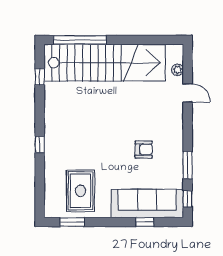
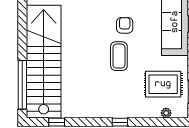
coffee table: (111, 143) -> (119, 56), added
plant: (50, 194) -> (166, 113), added

